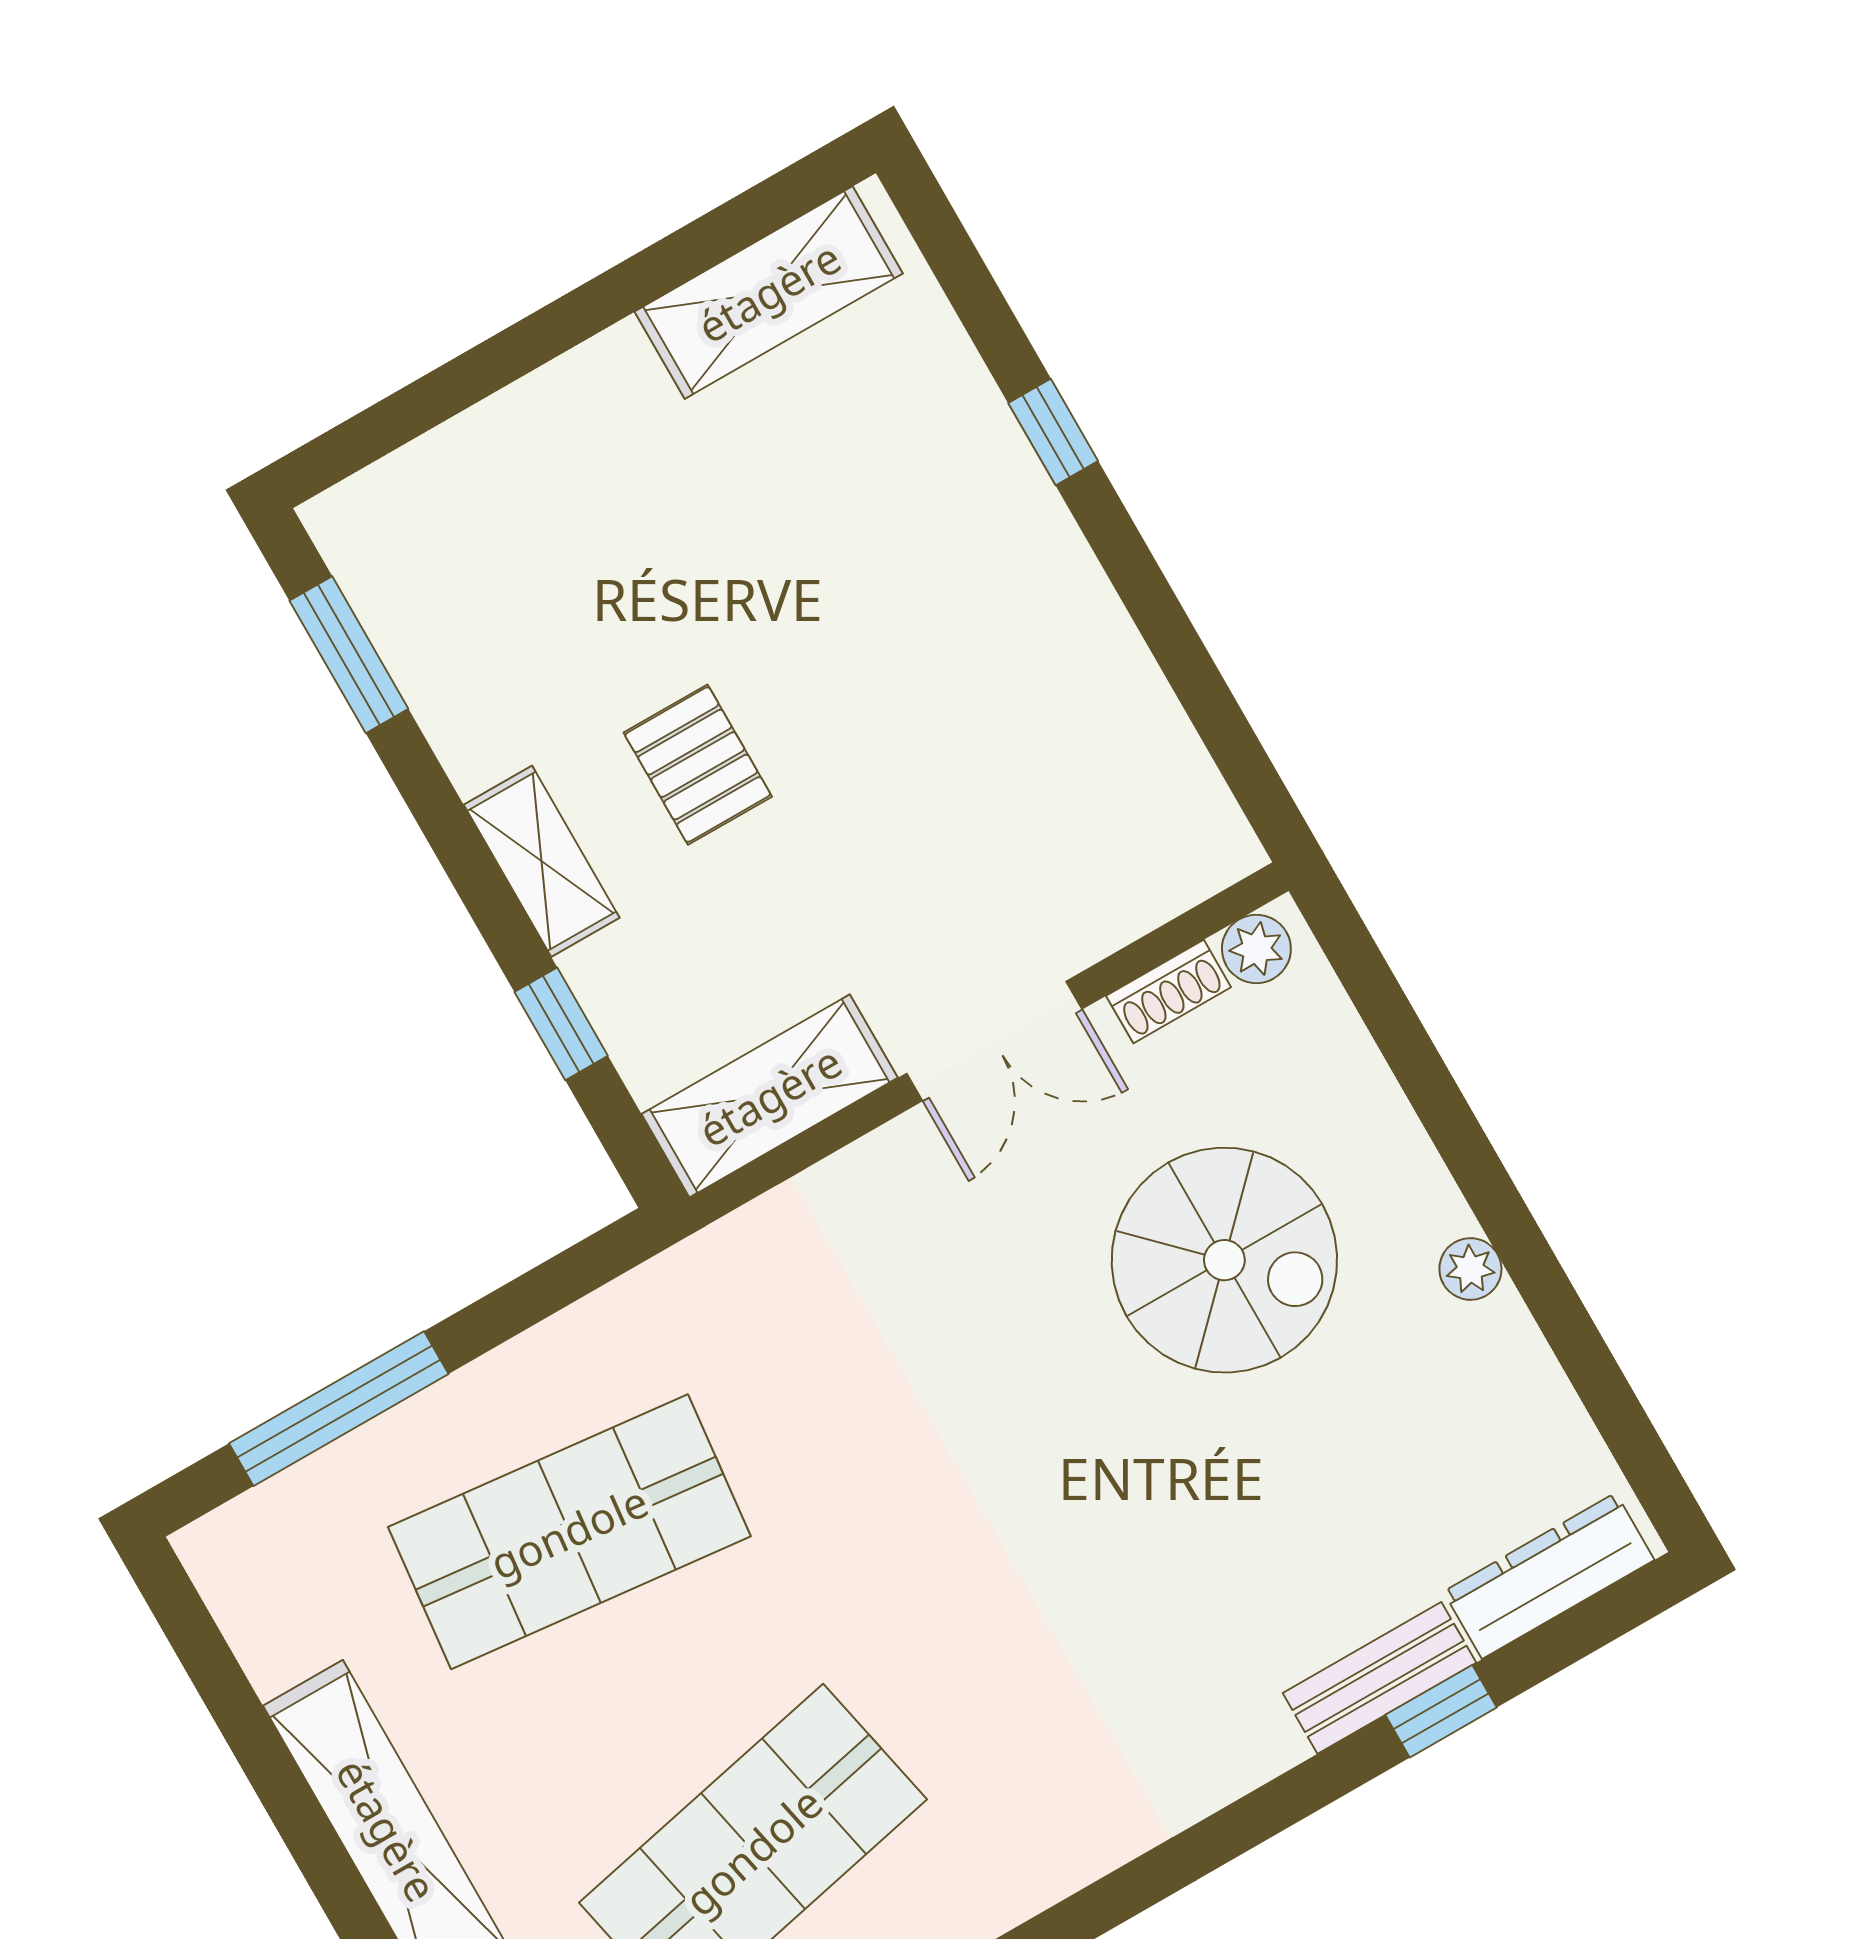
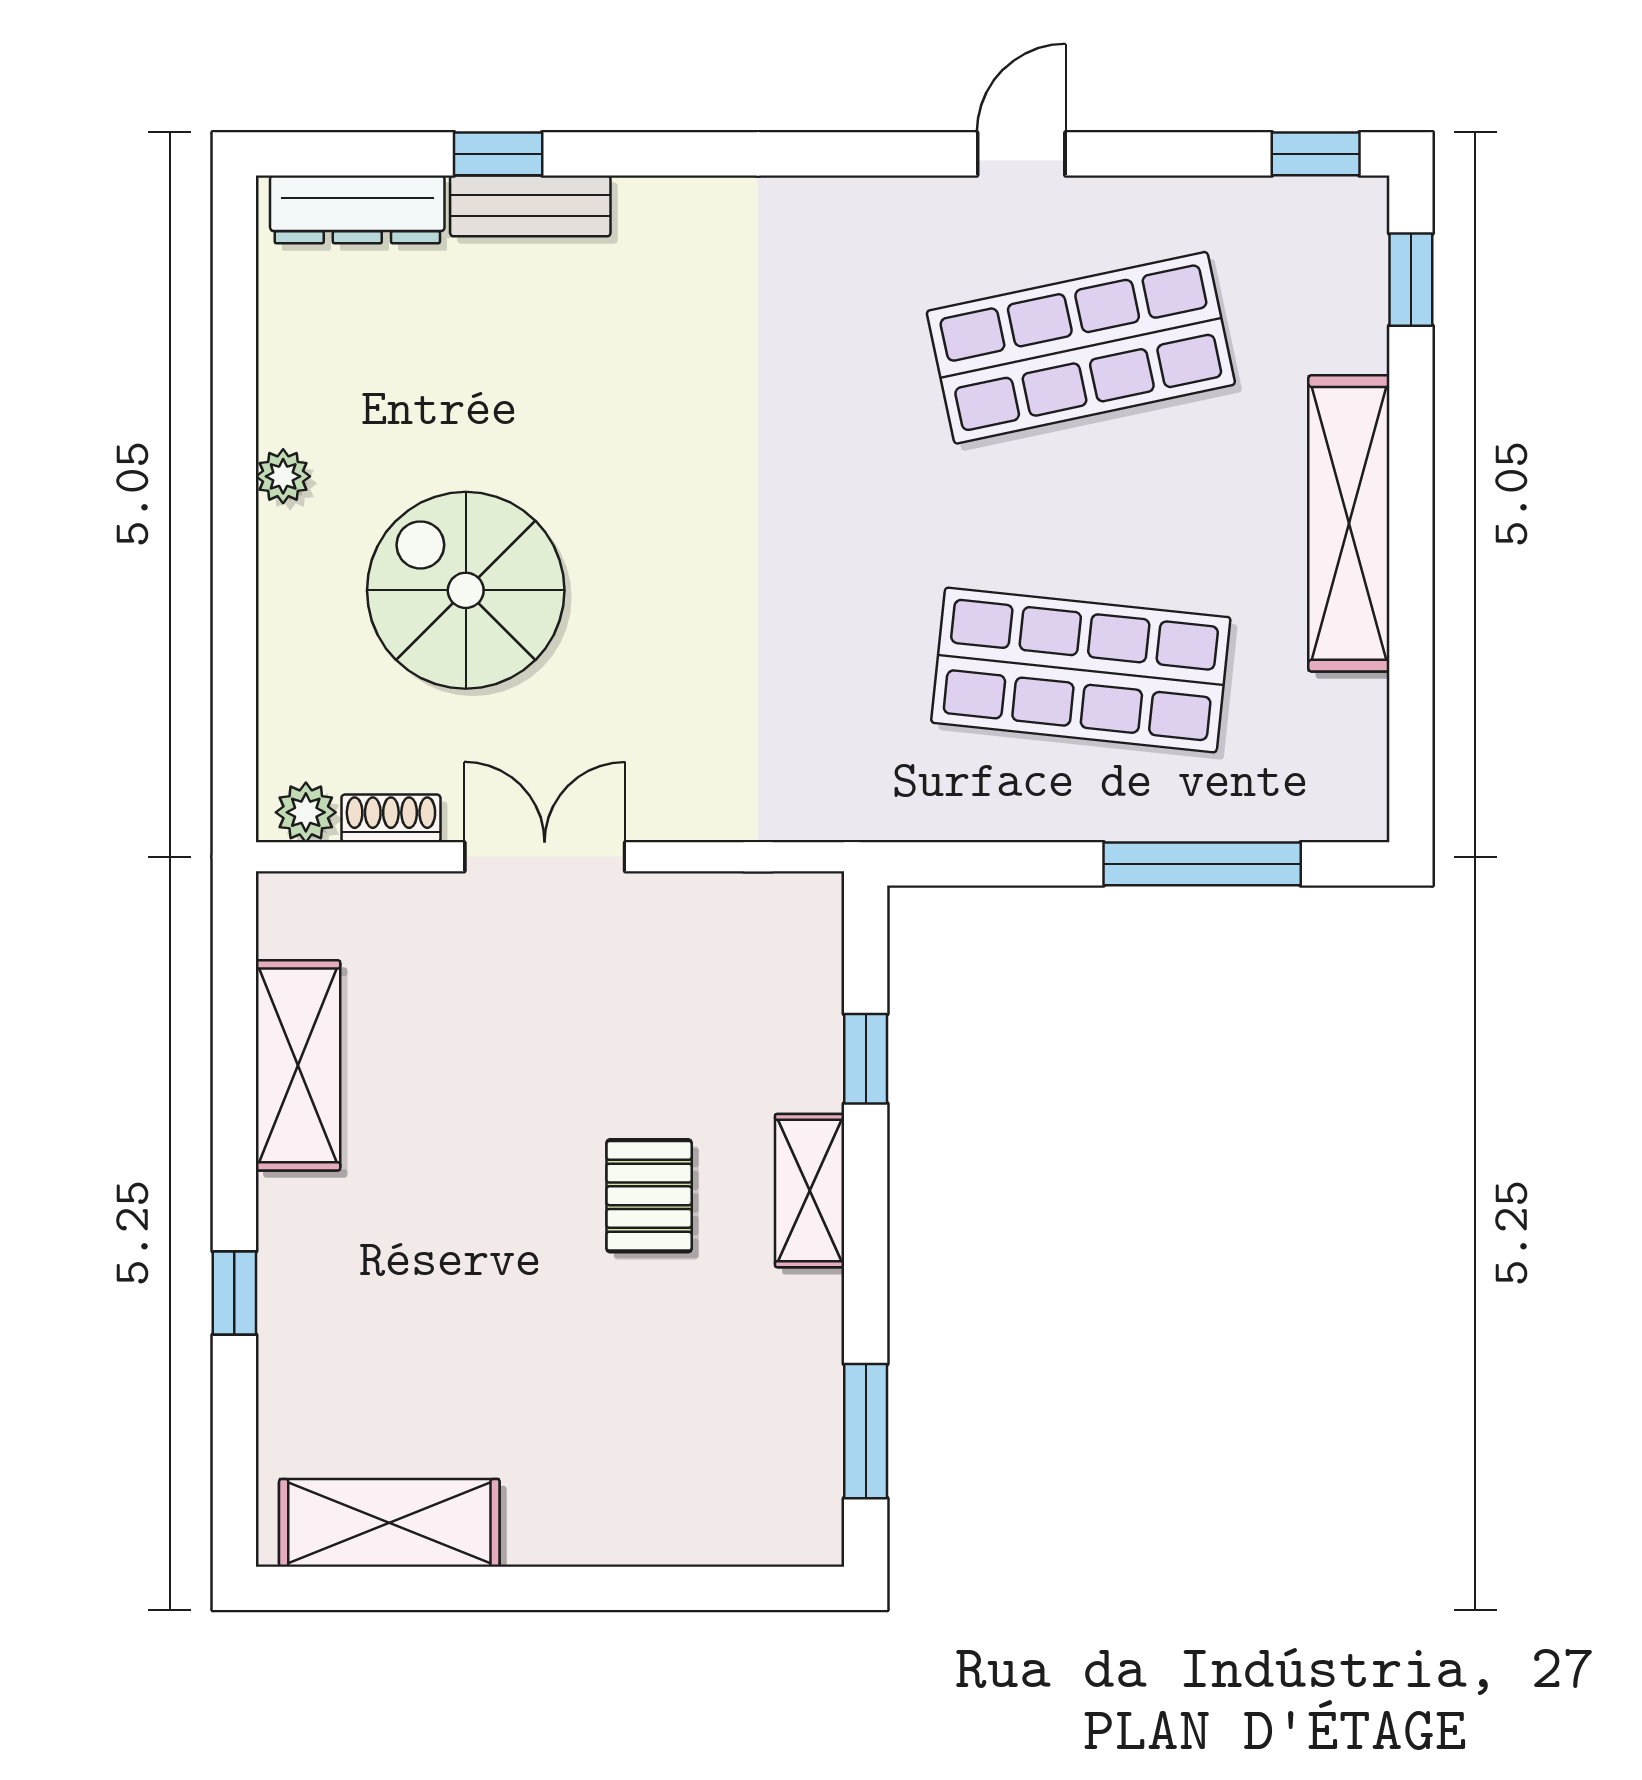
shelving: (770, 1096) -> (298, 1065), moved, turned 90

